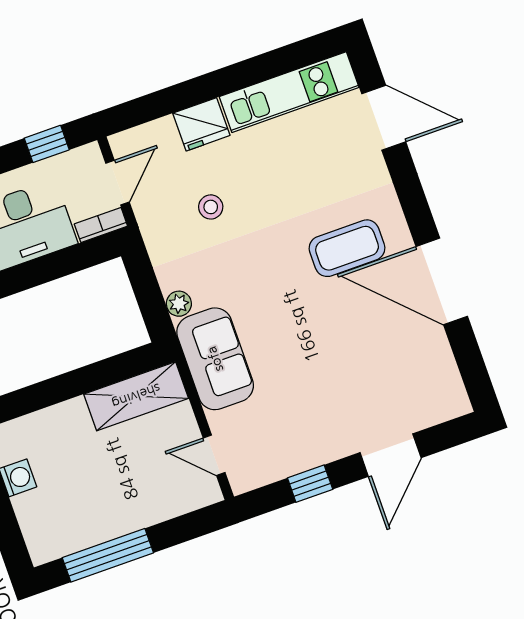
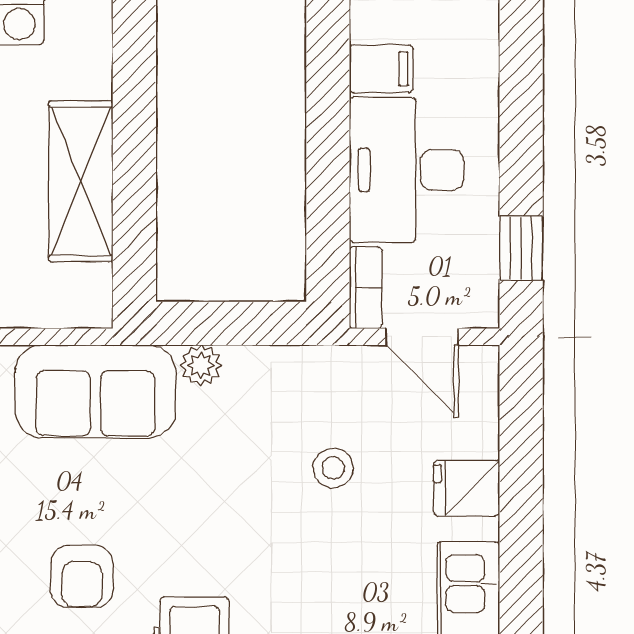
fridge: (201, 124) -> (467, 488), width x0.72
armchair: (324, 329) -> (82, 577), added
shelving: (136, 396) -> (81, 181), moved

